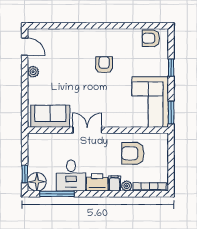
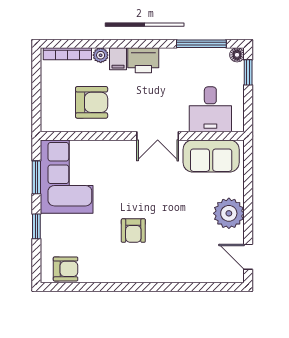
plant: (33, 72) -> (229, 213), width x1.87, depth x1.87
window: (171, 112) -> (36, 177), moved
desk: (71, 175) -> (210, 109), moved, turned 180
floor lamp: (37, 182) -> (237, 55), width x0.53, depth x0.53

